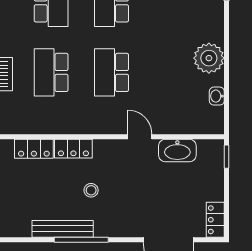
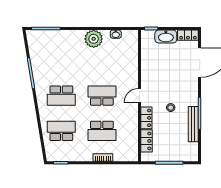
school desk: (112, 72) -> (102, 96), turned 180
door: (140, 137) -> (139, 96), moved
washbasin: (177, 150) -> (166, 37), moved, turned 90

